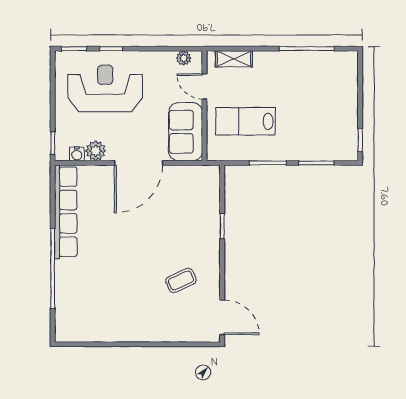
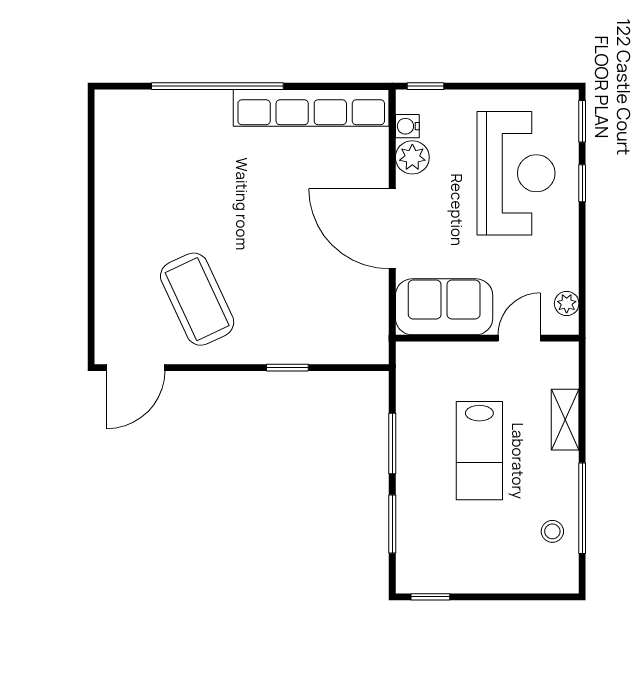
shelving: (234, 59) -> (565, 420), moved
stool: (321, 67) -> (552, 531), added
lab bench: (246, 121) -> (479, 451), moved, turned 180
coffee table: (181, 280) -> (197, 299), width x1.86, depth x1.72

